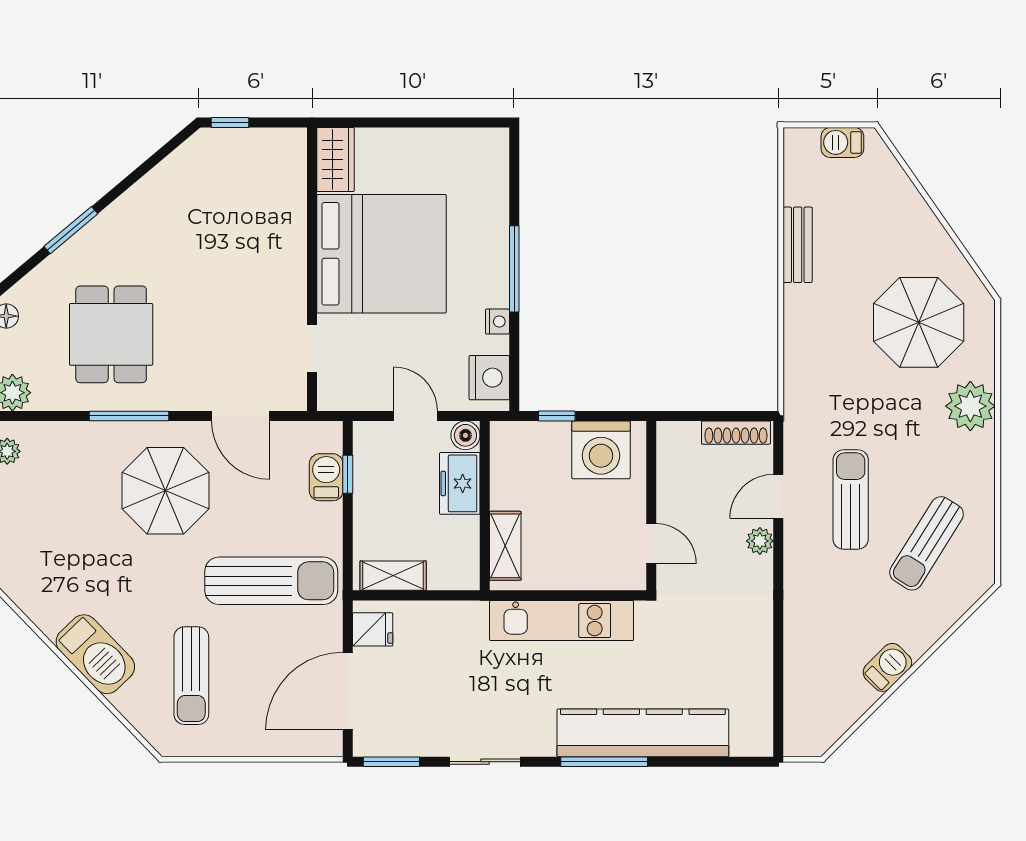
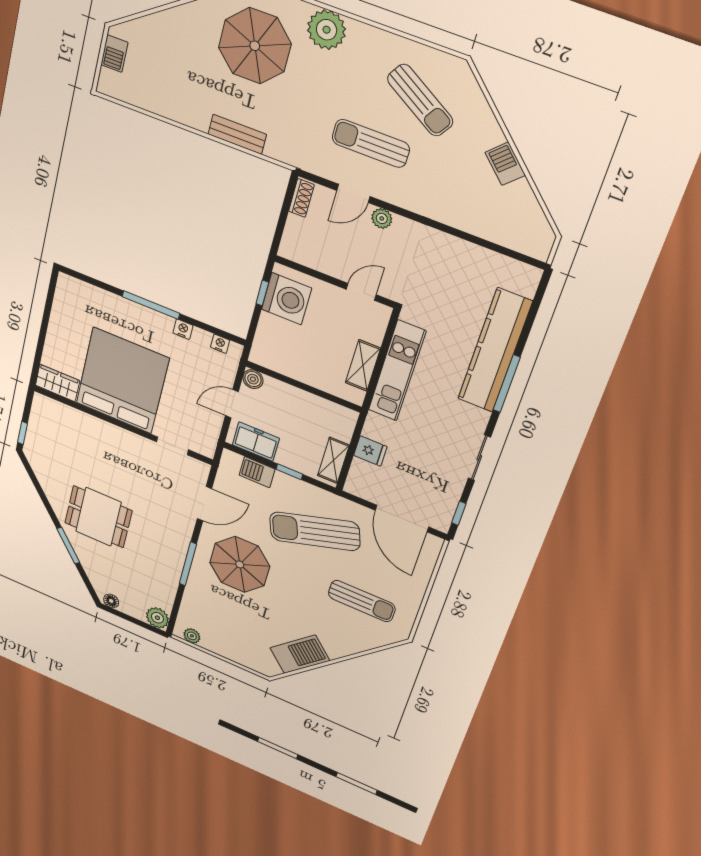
bench: (798, 245) -> (237, 134), moved
dining table: (111, 334) -> (98, 517), moved
nightstand: (489, 378) -> (220, 344), width x0.53, depth x0.56
window: (557, 416) -> (262, 293), moved
shoe rack: (736, 433) -> (301, 198), width x0.70
window: (348, 474) -> (289, 472), moved
freezer: (460, 483) -> (256, 442), moved, turned 180
door: (778, 496) -> (353, 193), hinge flipped
shelving: (505, 546) -> (363, 365), moved, turned 90
sun lounger: (271, 581) -> (315, 531), turned -108
fridge: (373, 629) -> (370, 451), moved, turned 90
barbecue: (95, 654) -> (300, 654), moved
window: (391, 762) -> (459, 513), width x0.67

